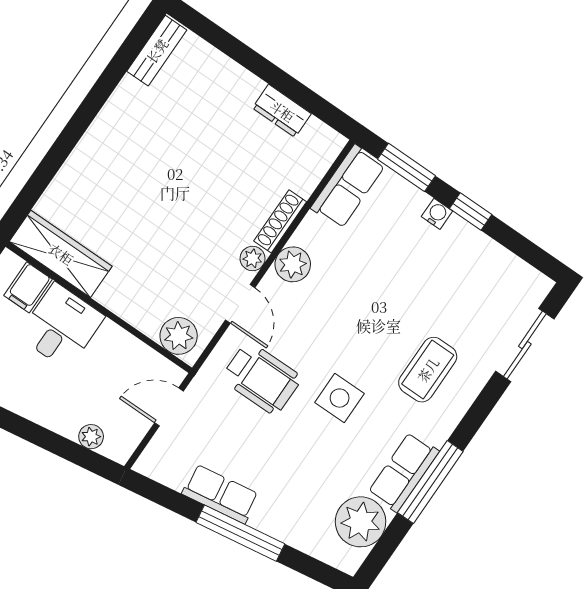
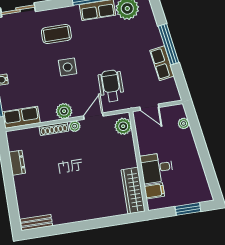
side table: (340, 398) -> (68, 67), moved

